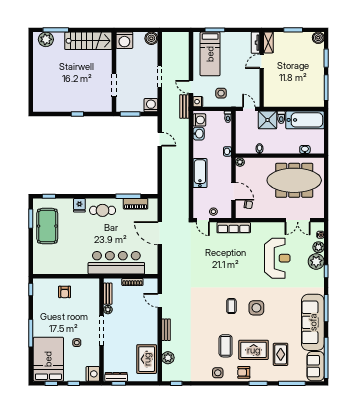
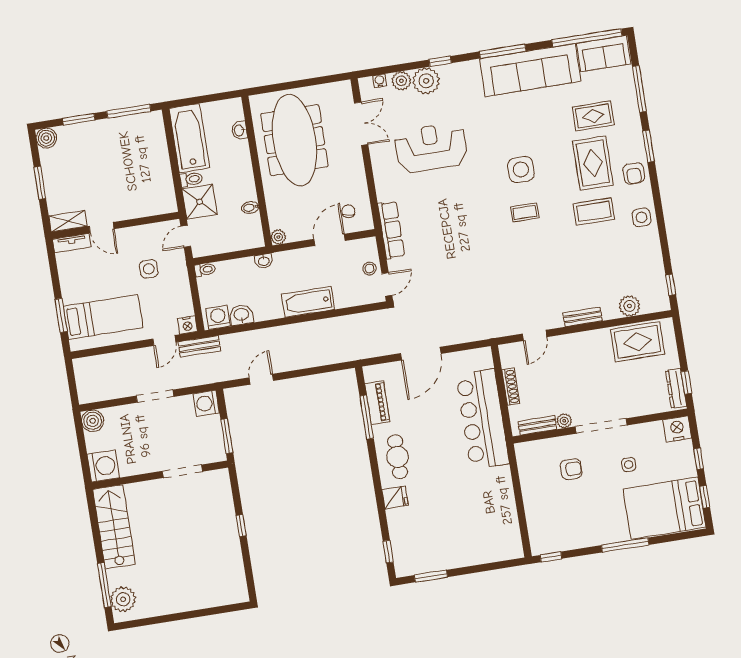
side table: (221, 93) -> (149, 269), moved
pool table: (47, 226) -> (439, 546), removed
armchair: (65, 292) -> (571, 469), moved

